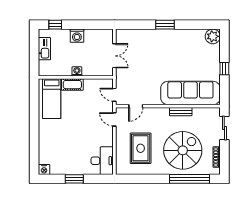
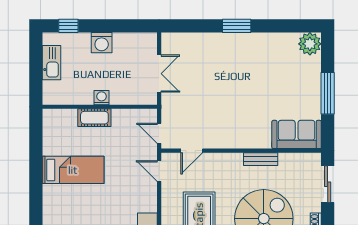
window: (224, 69) -> (328, 93), width x2.17
sofa: (190, 93) -> (297, 134), width x0.54, depth x0.79
bed: (52, 99) -> (73, 170), moved, turned -90

